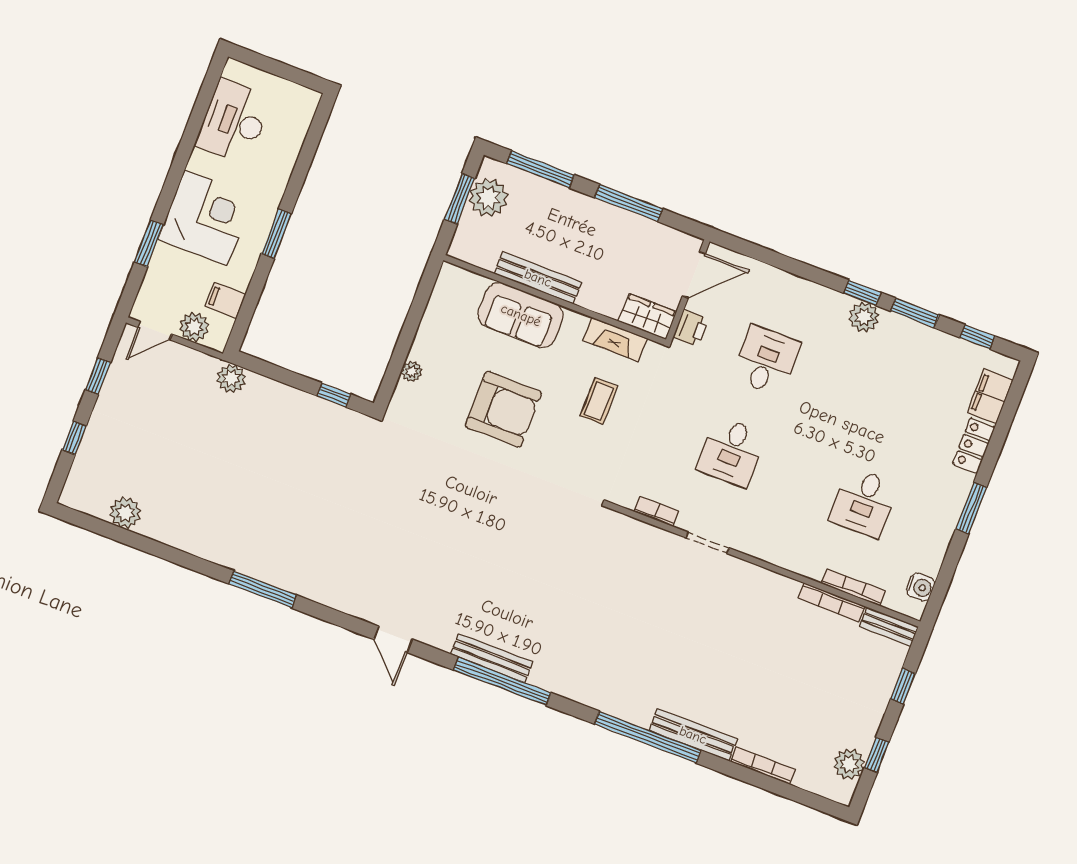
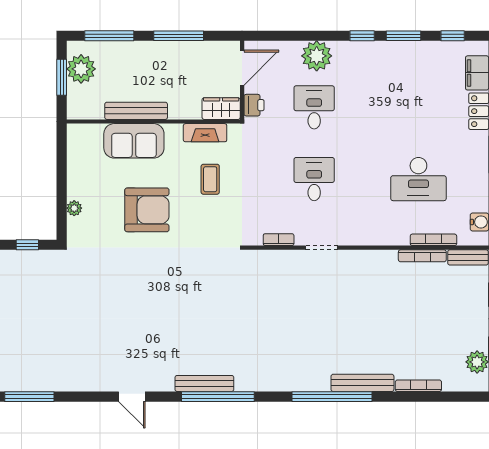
plant: (864, 317) -> (317, 56), moved, width x1.36, depth x1.36
desk: (731, 452) -> (314, 179), turned 180
desk: (864, 503) -> (418, 179), width x1.37

